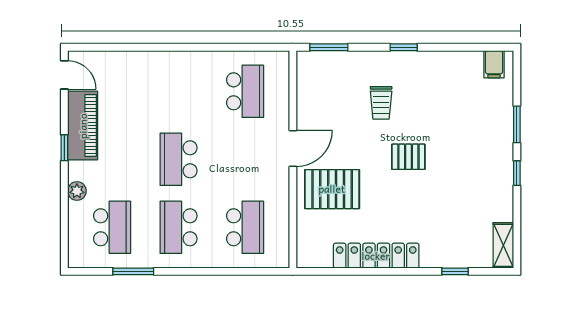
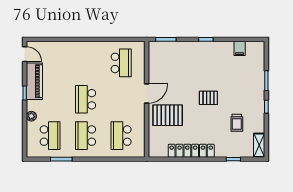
filing cabinet: (494, 64) -> (240, 48), moved
trolley: (381, 103) -> (237, 123), moved
school desk: (245, 227) -> (121, 136), turned 180

